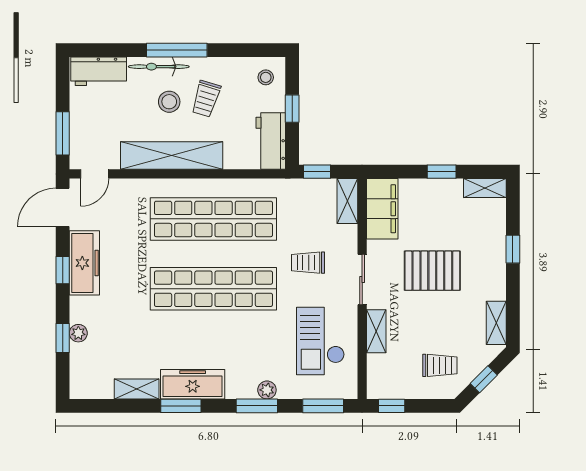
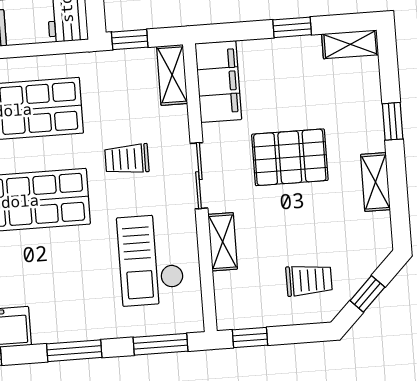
shelving: (496, 323) -> (375, 182), moved
plant: (267, 390) -> (86, 329), removed

